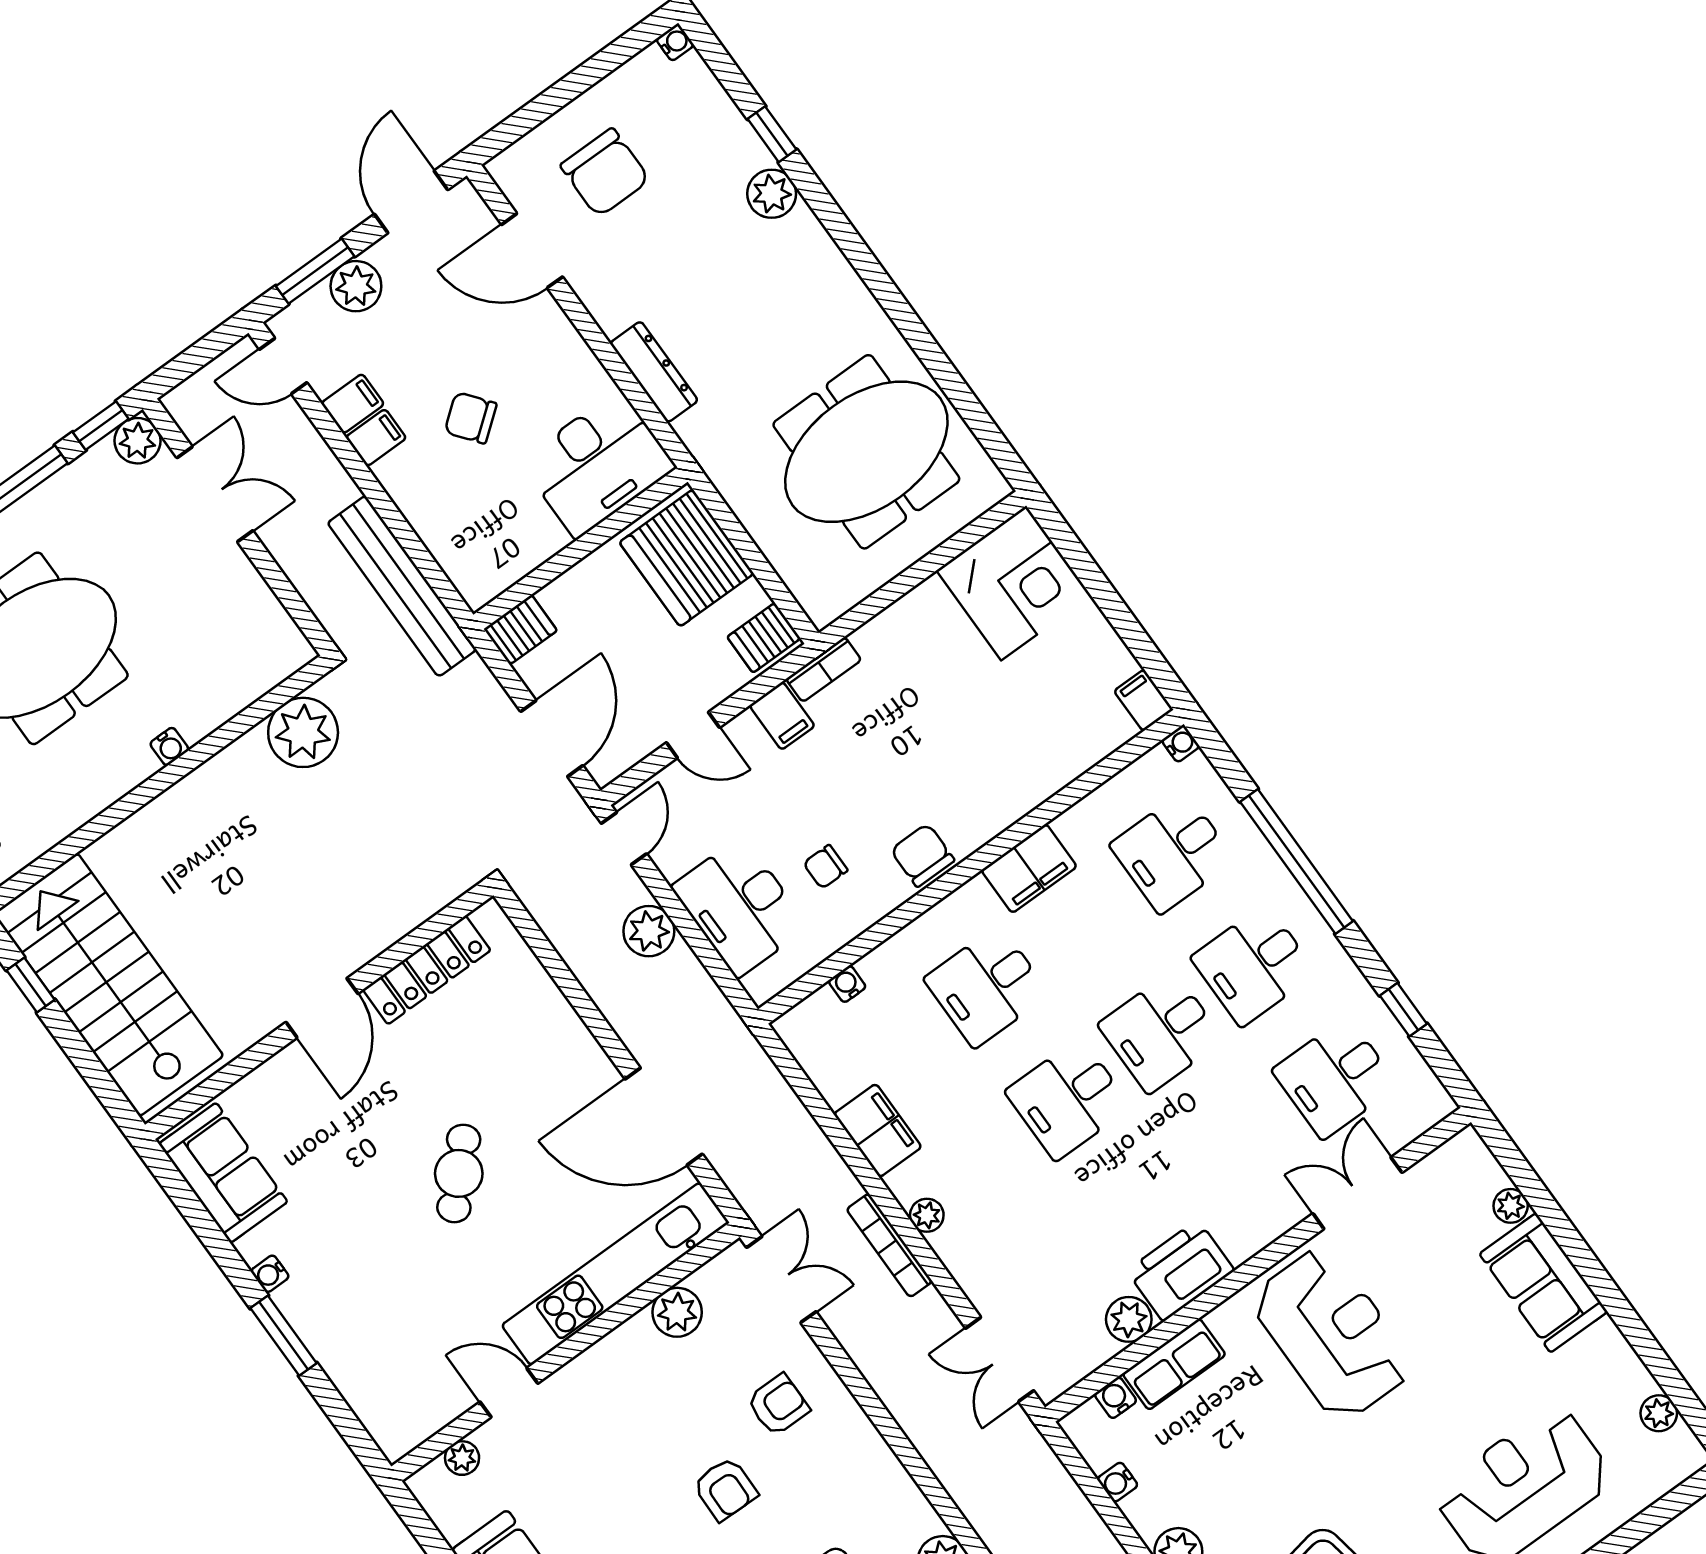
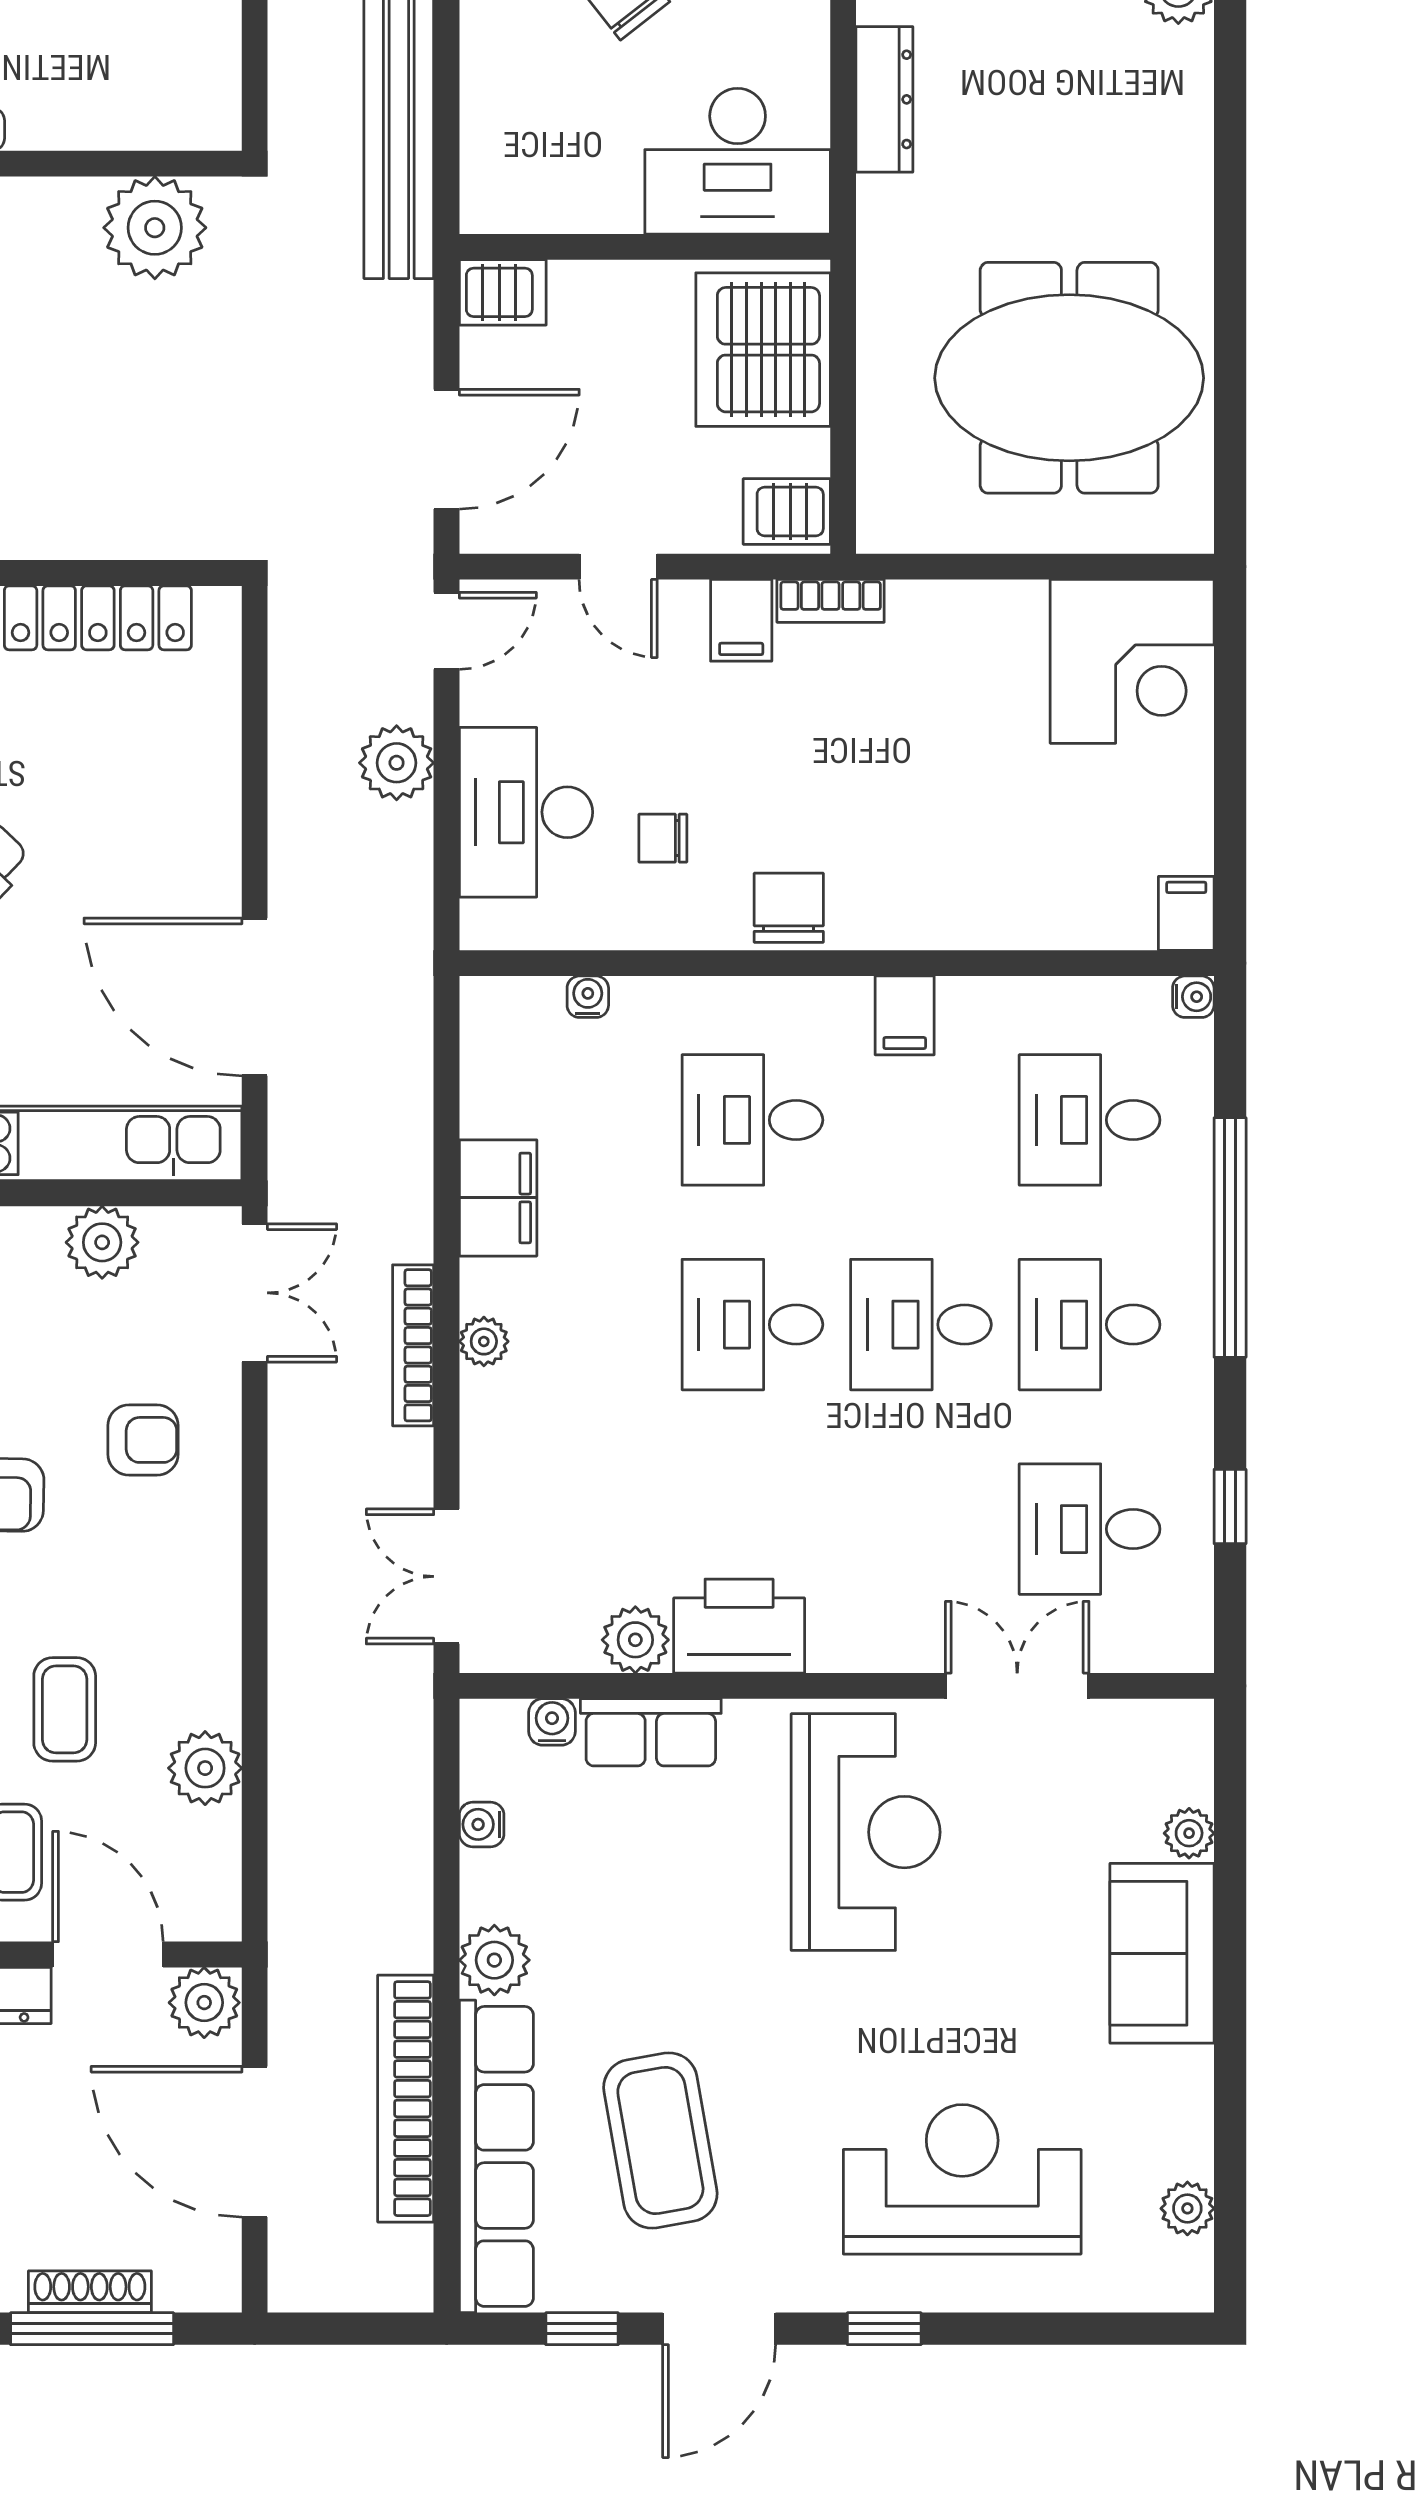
filing cabinet: (1029, 868) -> (905, 1015), width x0.50

